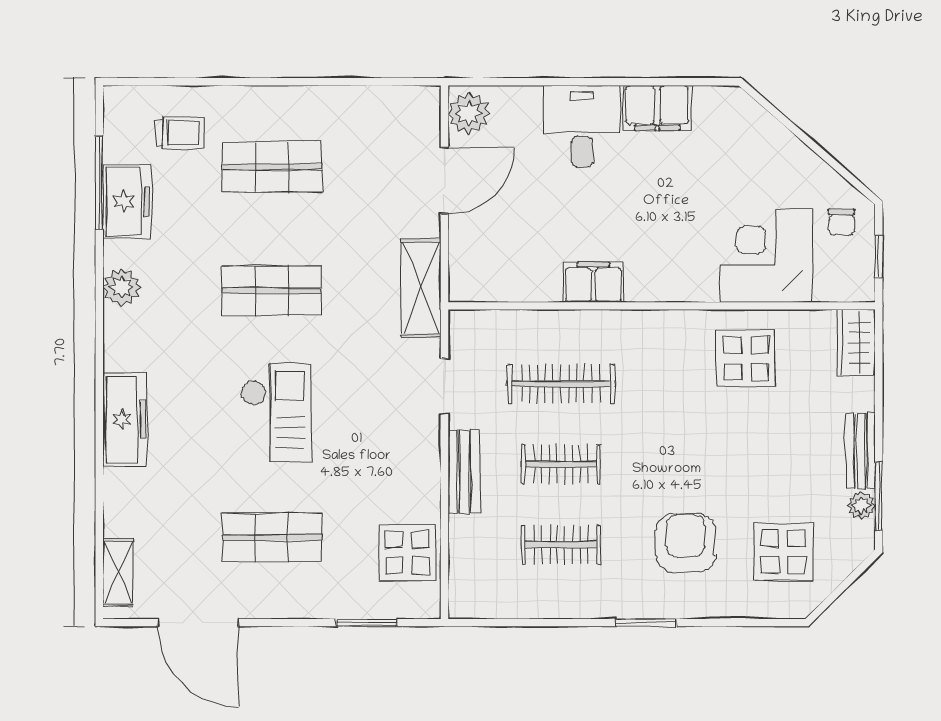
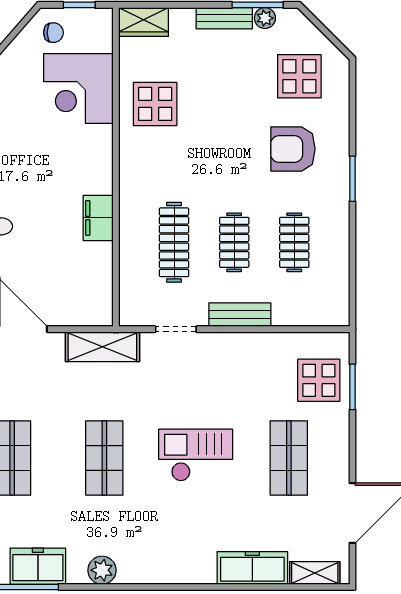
freezer: (125, 419) -> (252, 568), moved
display table: (407, 552) -> (319, 380), moved

